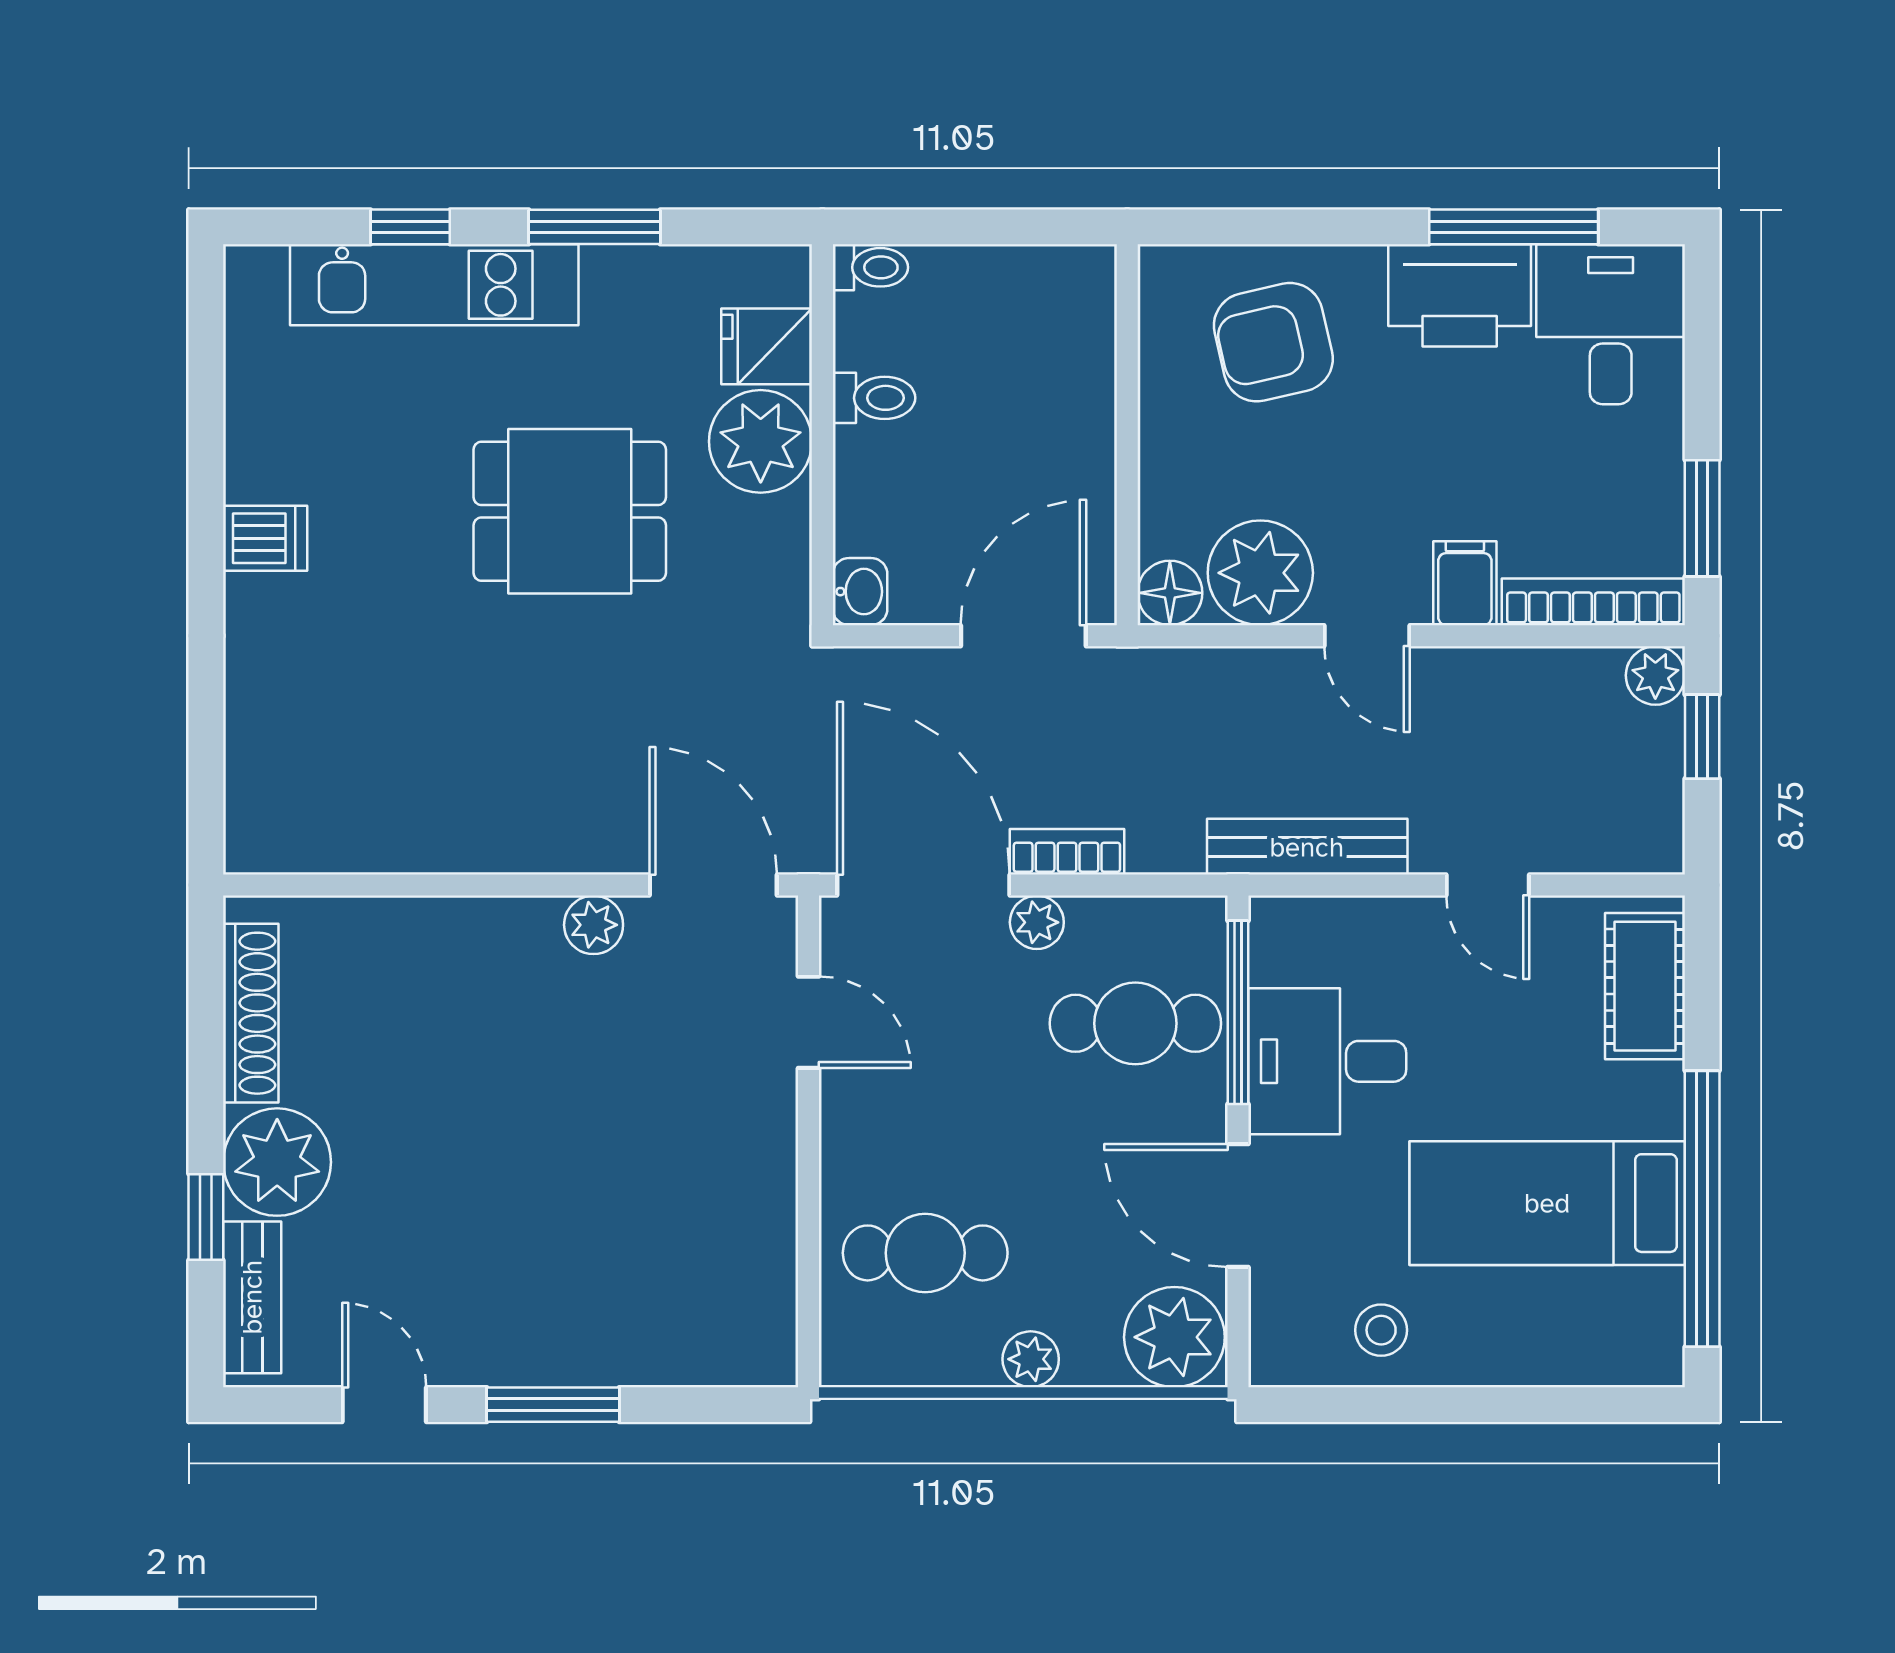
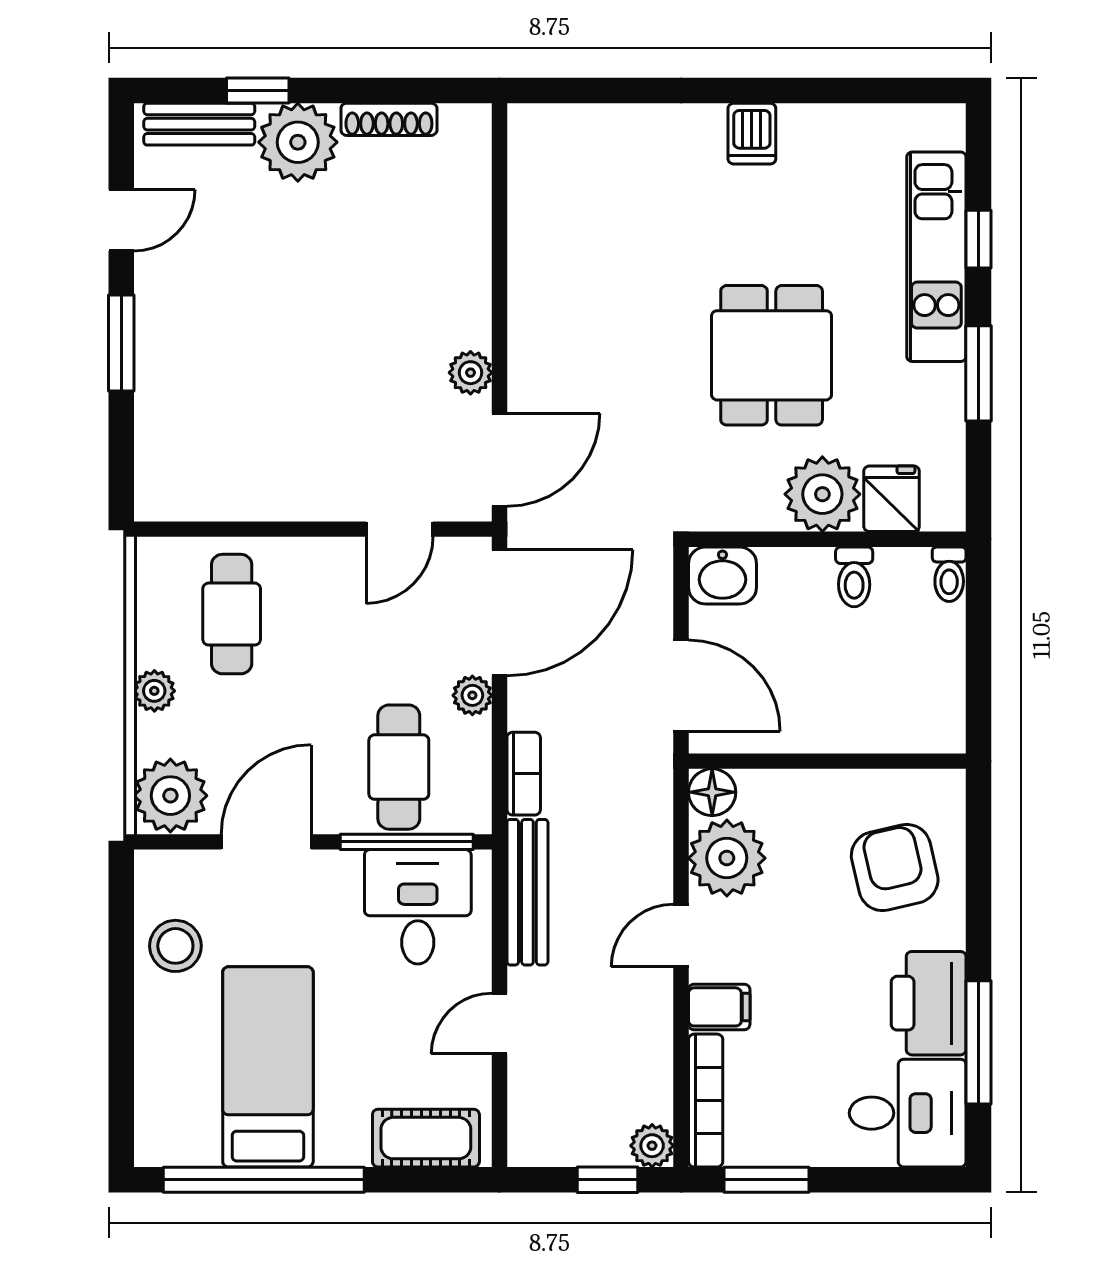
washbasin: (860, 592) -> (722, 575), width x1.38, depth x1.45
bookcase: (1067, 852) -> (524, 774), moved
shoe rack: (251, 1013) -> (389, 119), width x0.74, depth x0.81
desk: (1327, 1061) -> (418, 907), moved
stool: (1381, 1330) -> (175, 946), width x1.37, depth x1.37

